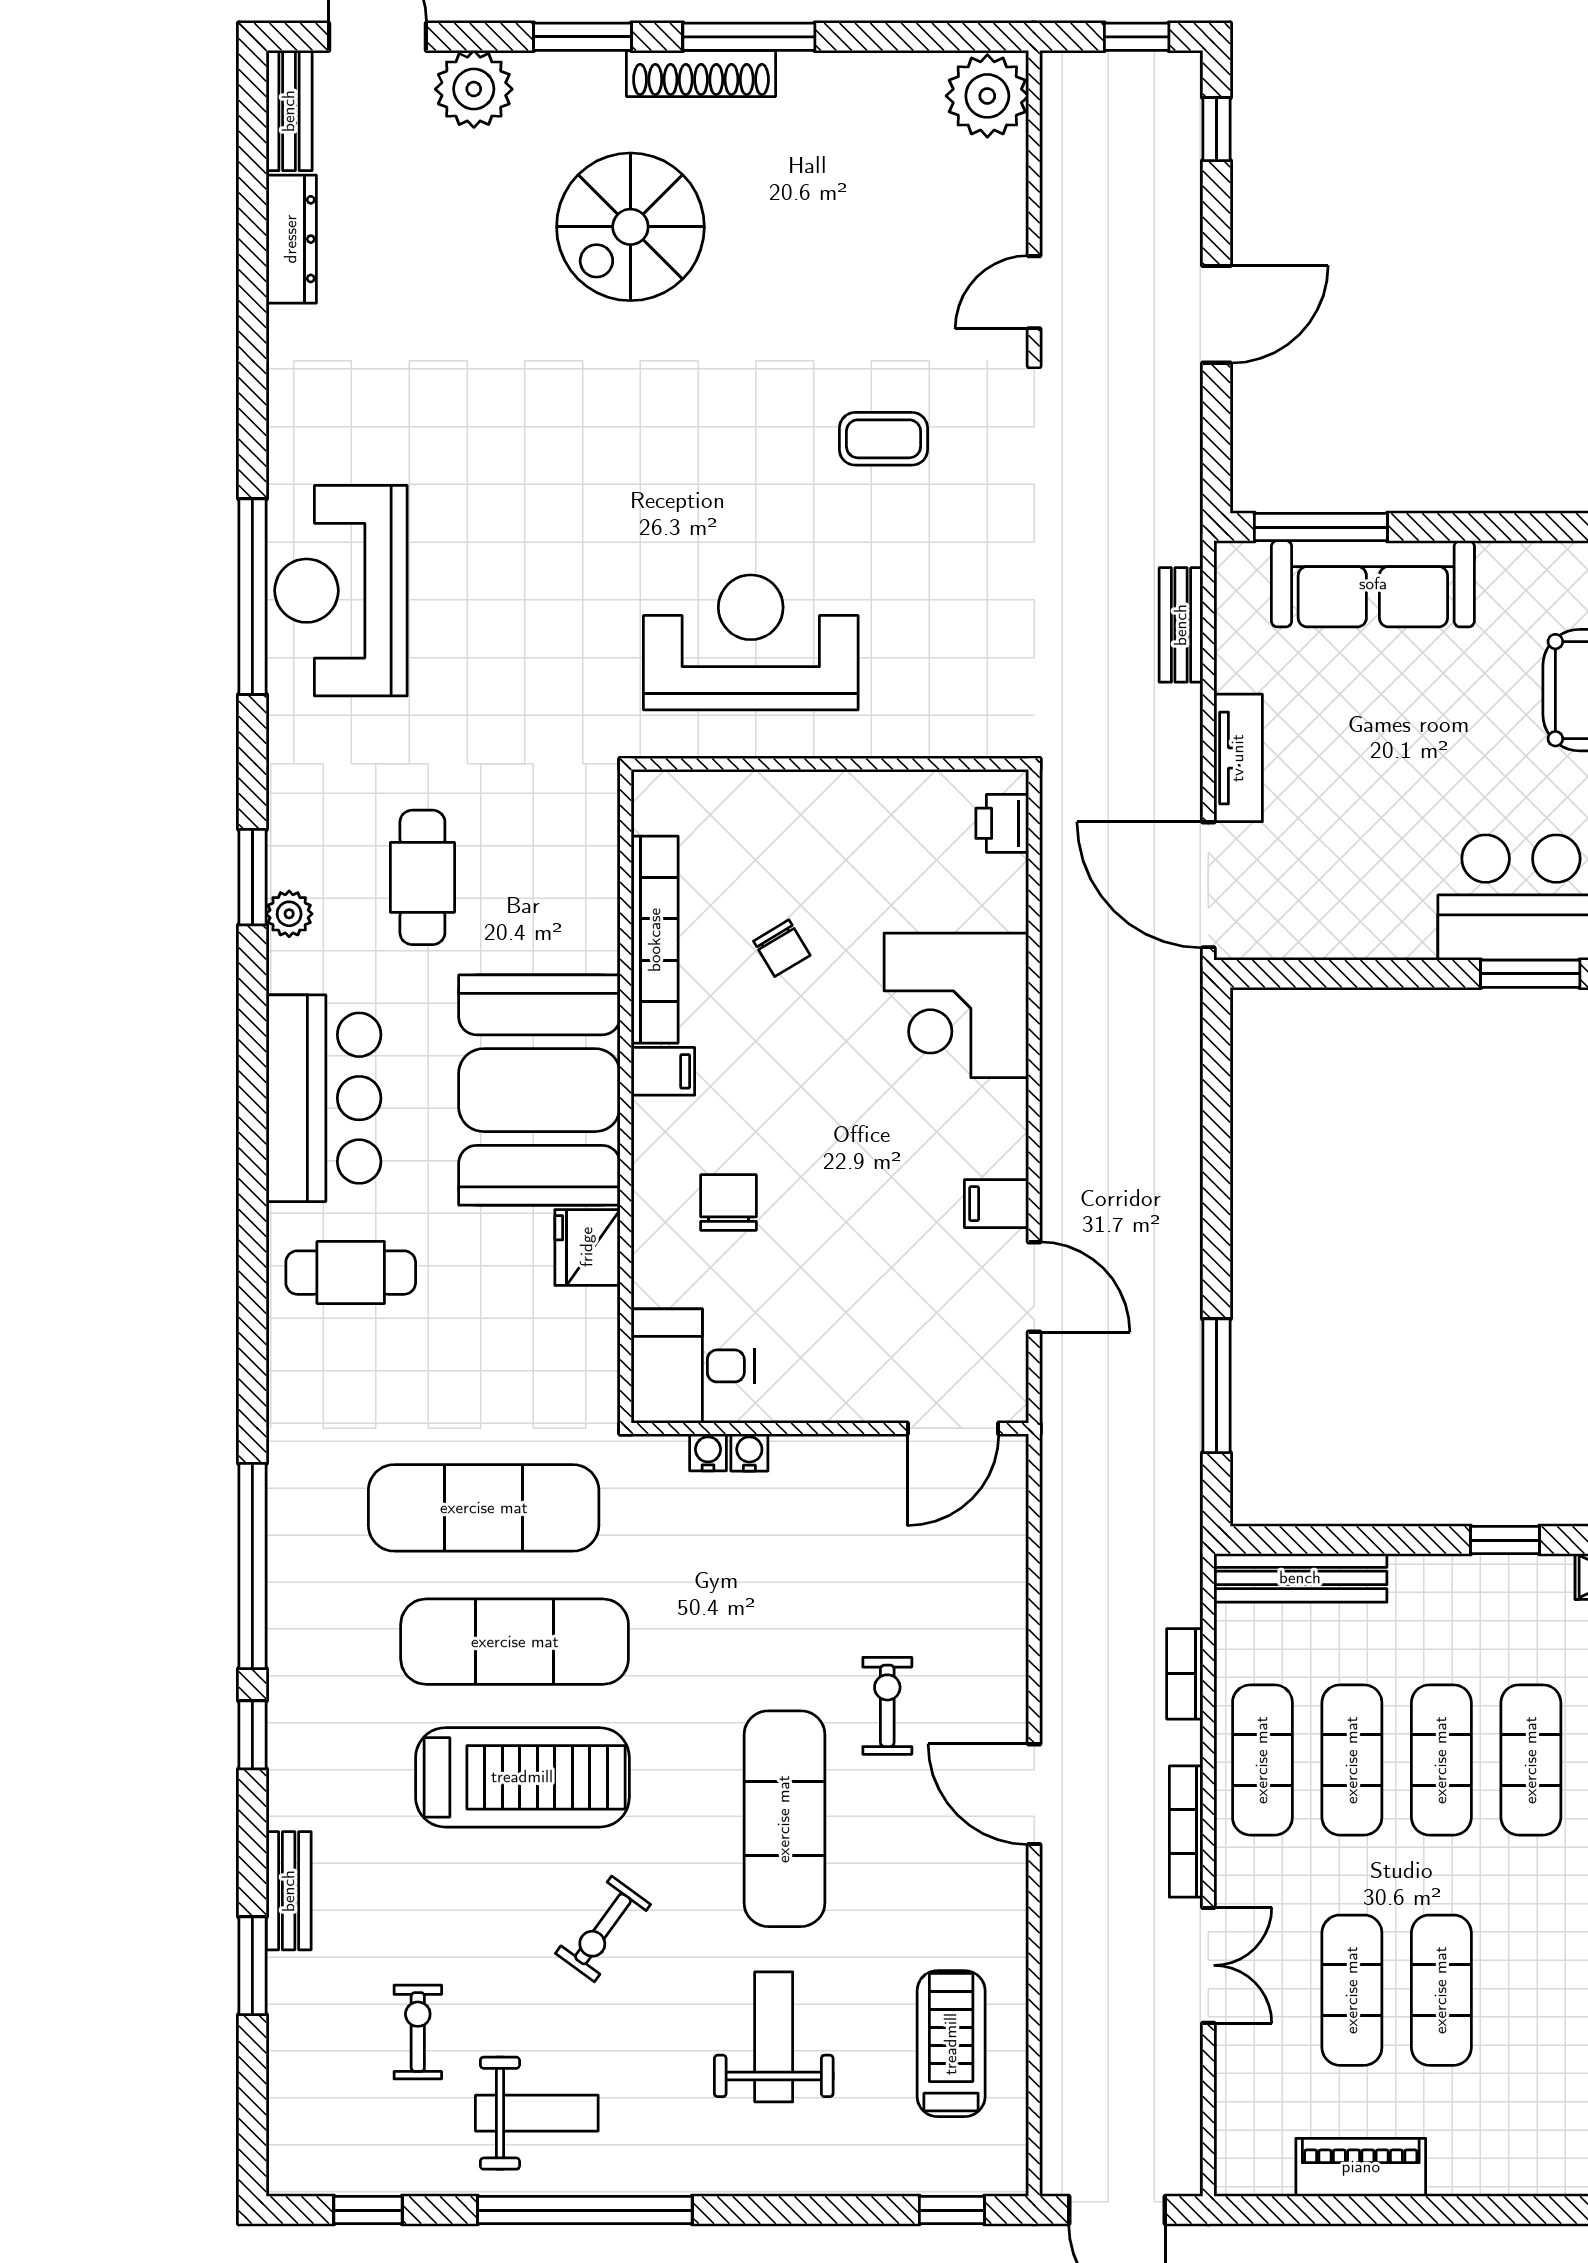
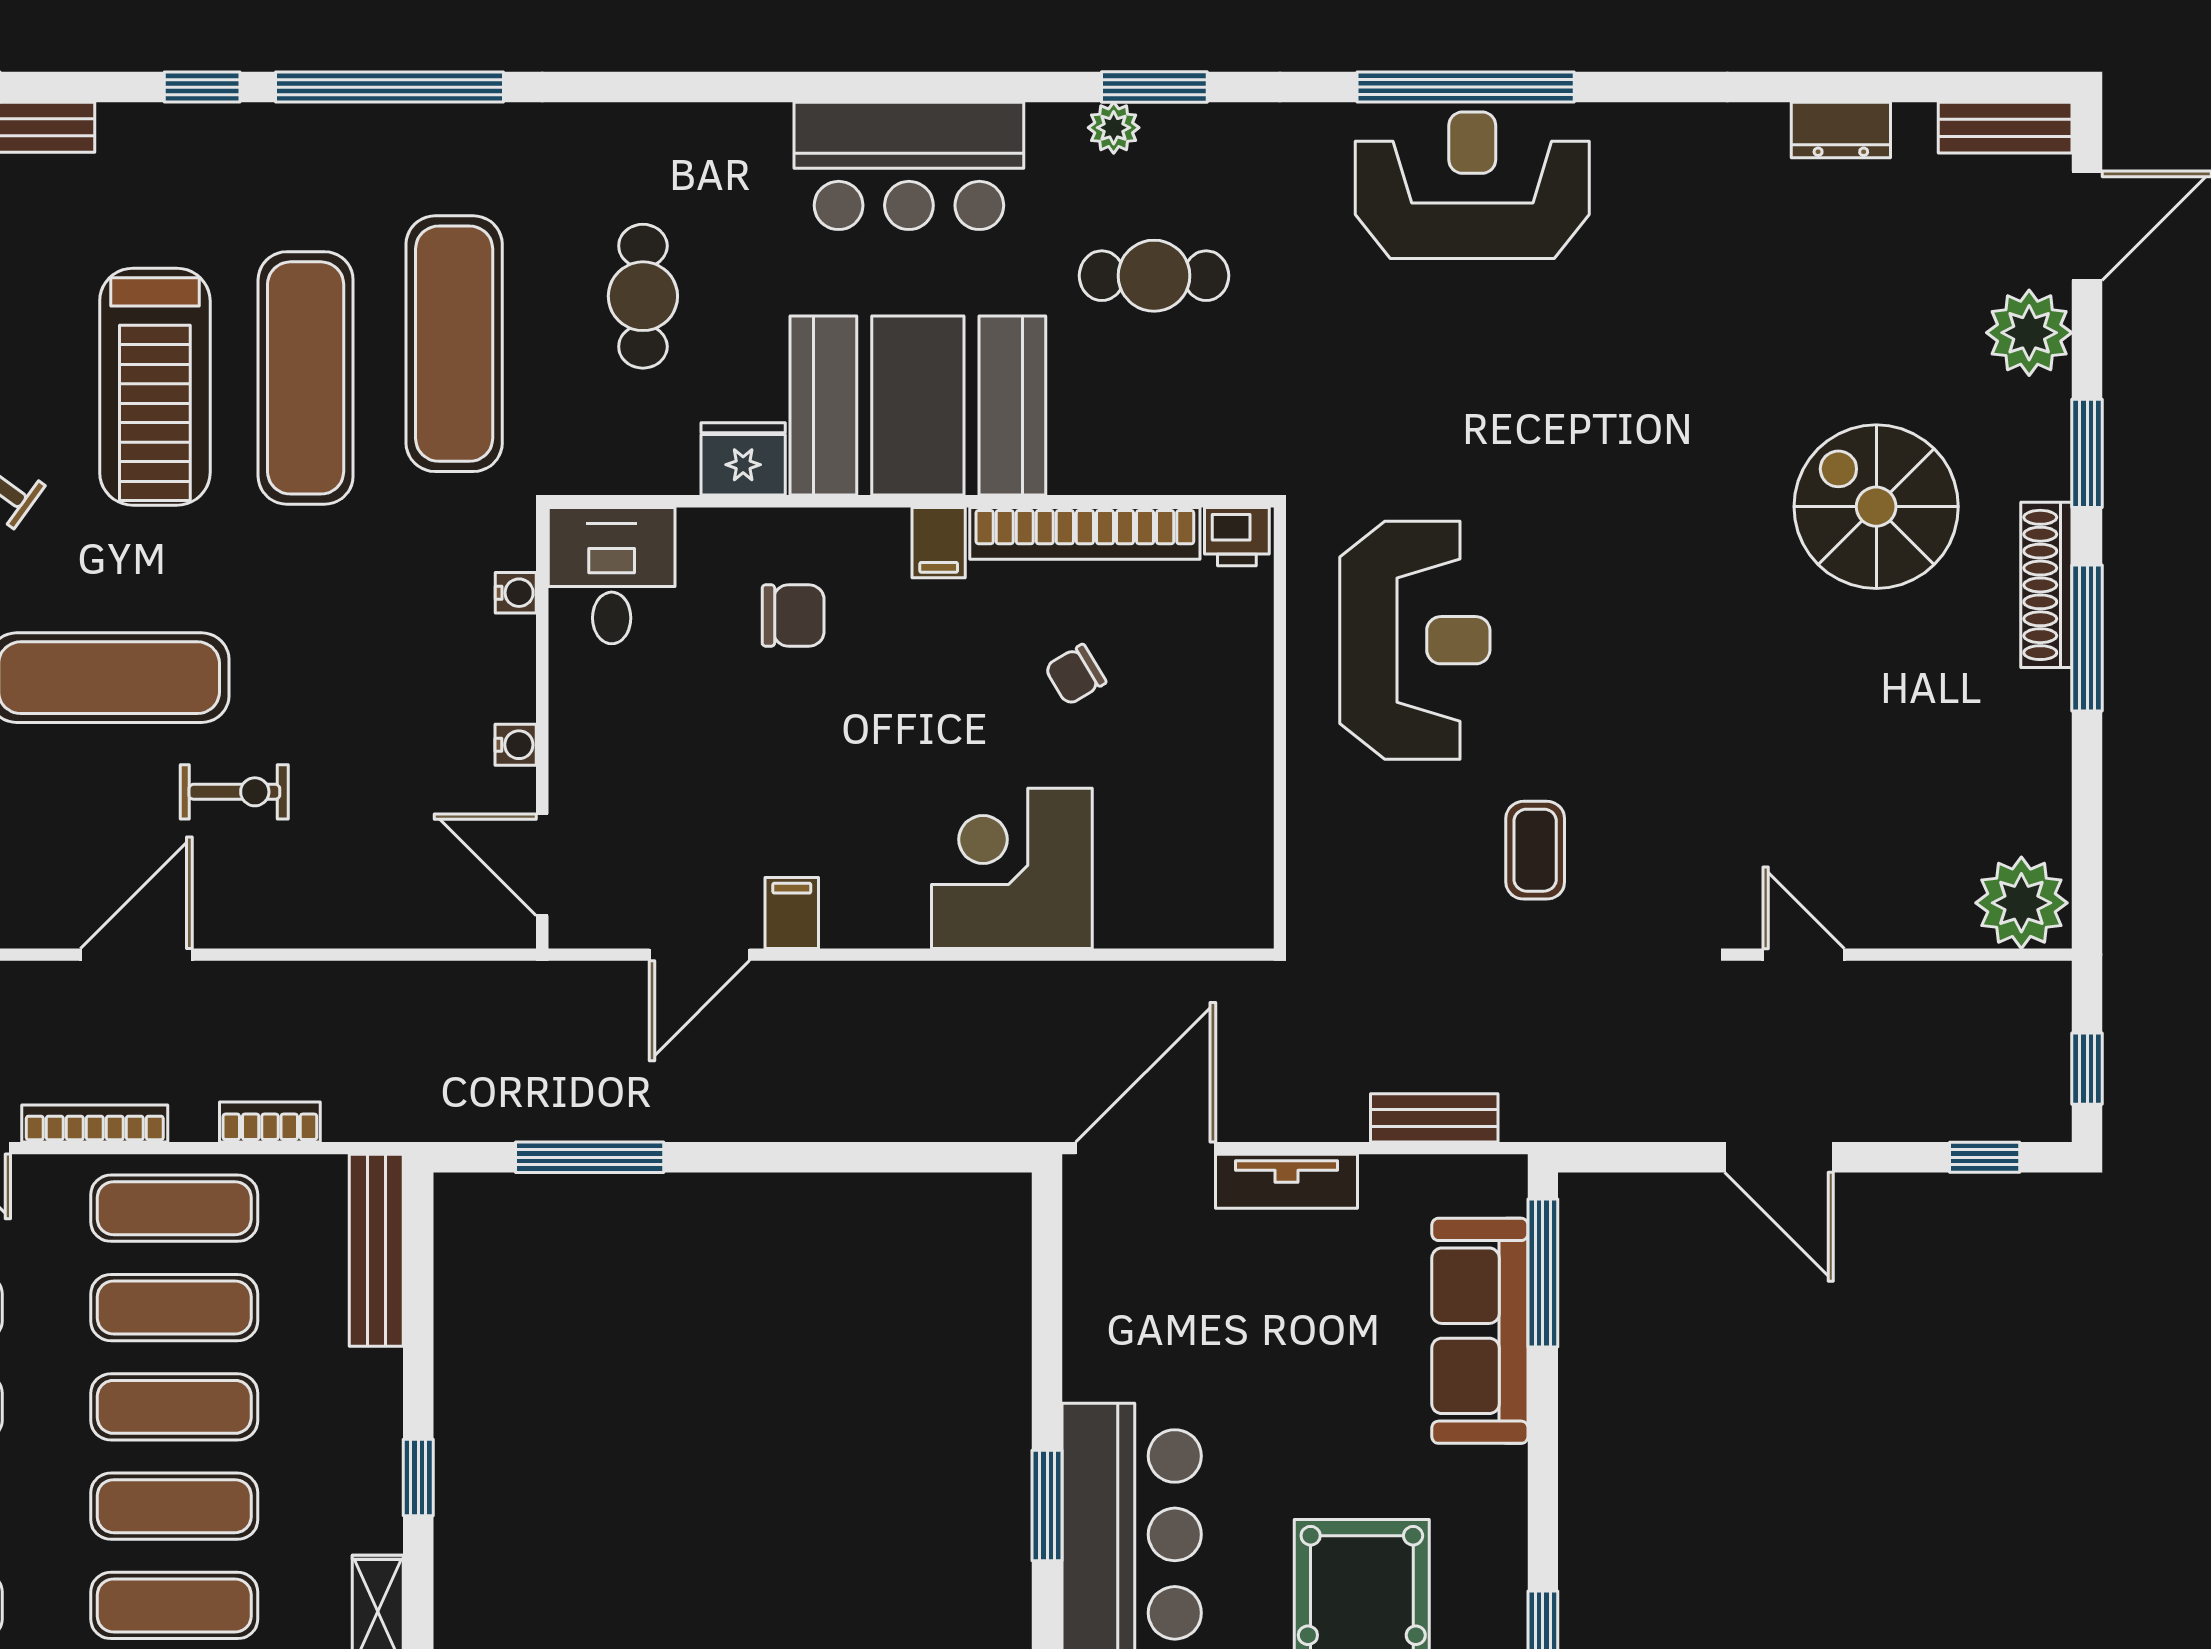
dresser: (291, 239) -> (1841, 130), width x0.70
coffee table: (884, 439) -> (1535, 850), moved
printer: (1002, 823) -> (1237, 537), moved, turned 180
cafe table: (351, 1273) -> (643, 296), moved
water cooler: (749, 1452) -> (516, 745), moved

